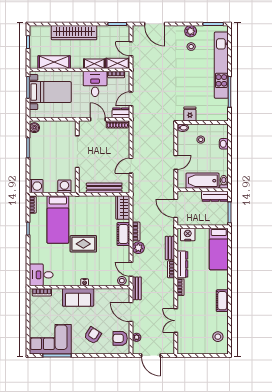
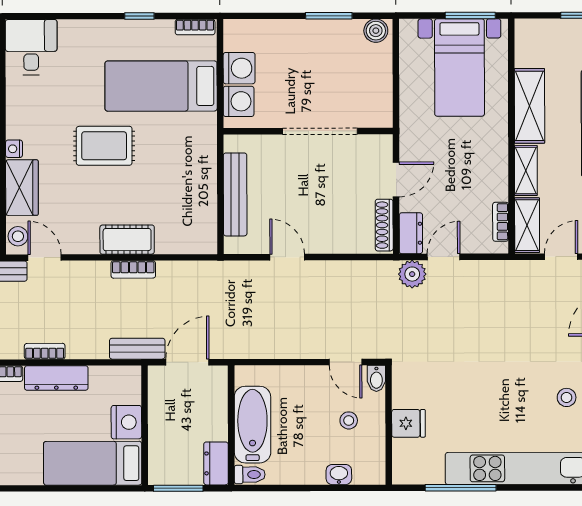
shelving: (54, 62) -> (530, 106), moved
desk: (95, 84) -> (479, 173), removed
door: (131, 99) -> (444, 257), hinge flipped
fridge: (190, 114) -> (408, 423), moved
door: (176, 162) -> (346, 362), moved
washing machine: (36, 186) -> (239, 68), moved, turned -90
dresser: (215, 196) -> (216, 463), width x0.70
wardrobe: (123, 207) -> (22, 188), moved, turned 90
nightstand: (188, 234) -> (126, 422), moved
rug: (83, 244) -> (104, 146), turned 90
plant: (138, 248) -> (412, 274), moved
bench: (170, 248) -> (137, 349), moved
door: (131, 269) -> (45, 258), hinge flipped

